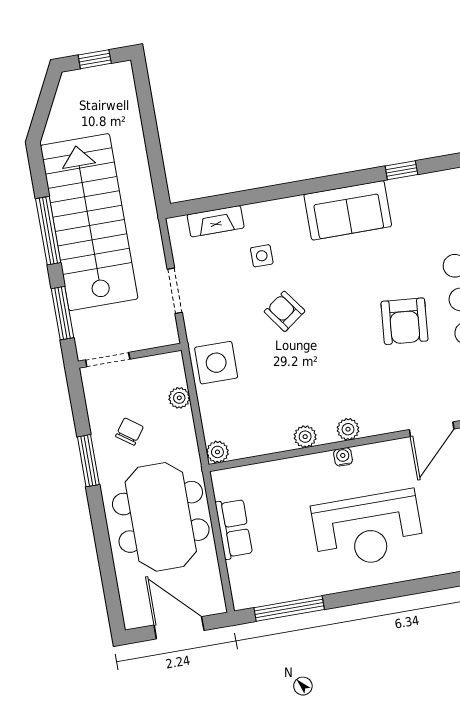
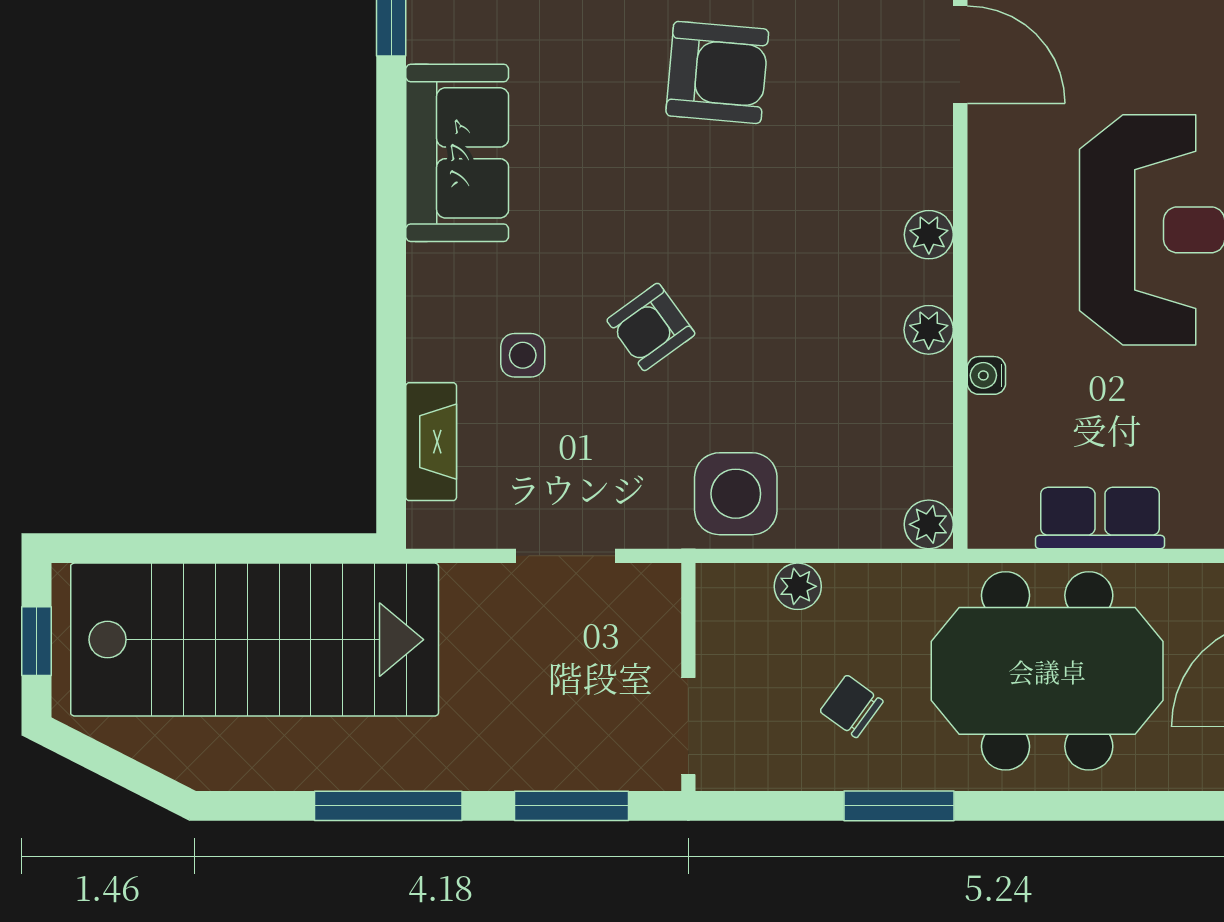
stairs: (89, 222) -> (255, 640), moved, turned 180
water cooler: (343, 457) -> (986, 375), moved

